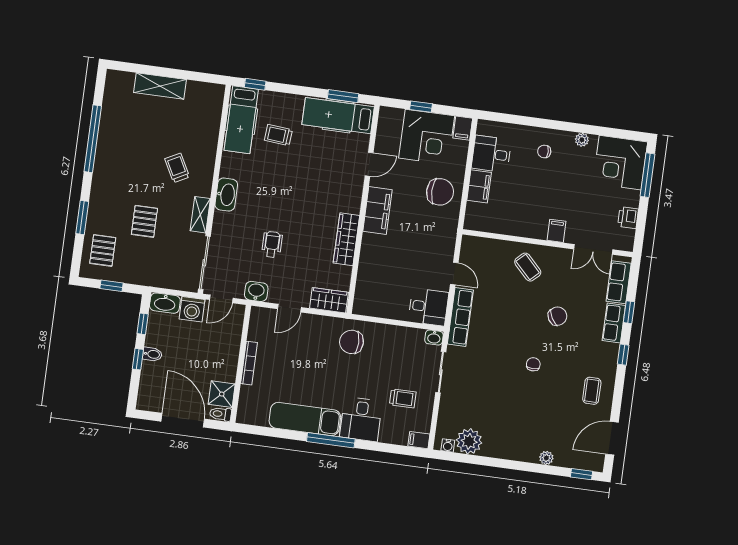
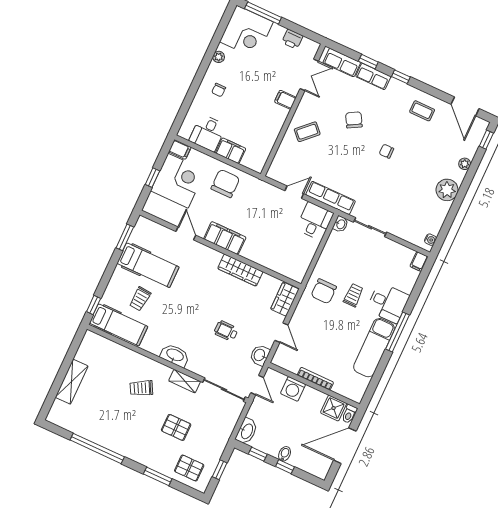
hospital bed: (338, 116) -> (148, 265), moved, turned -90
washing machine: (192, 309) -> (293, 389), moved, turned 90
trolley: (403, 398) -> (353, 295), moved
plant: (469, 441) -> (447, 190), moved

